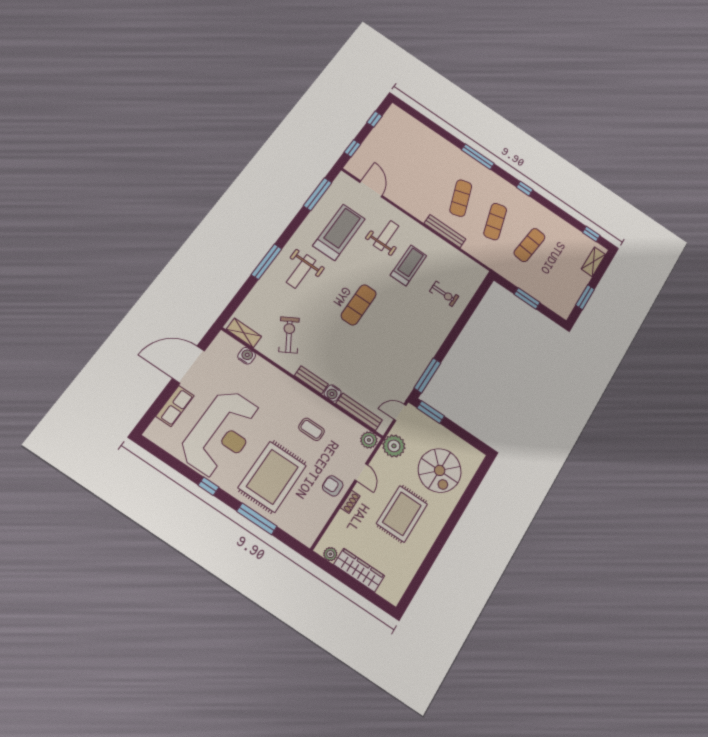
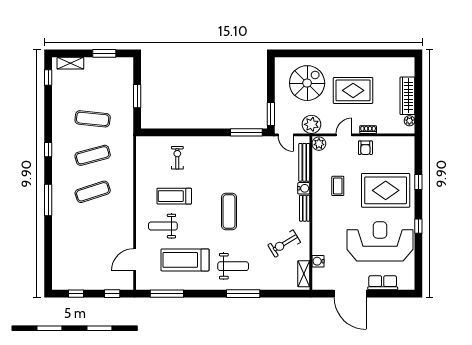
bench: (445, 231) -> (128, 187), removed
exercise mat: (359, 305) -> (229, 212), turned 90
window: (257, 519) -> (418, 182), width x0.46

